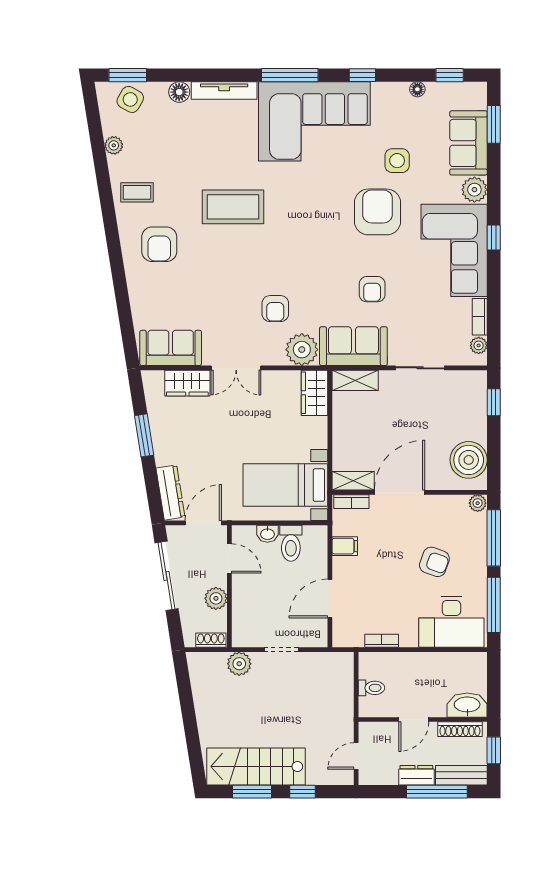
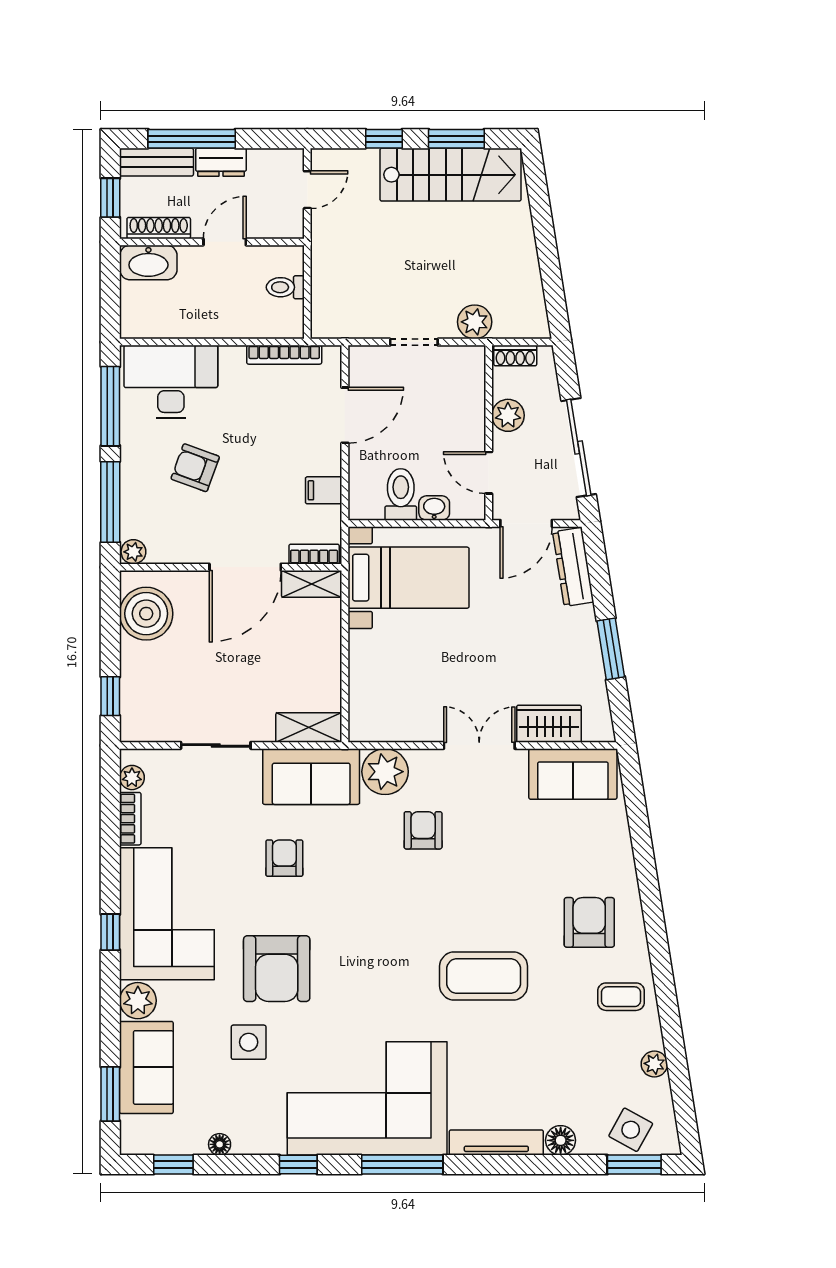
wardrobe: (314, 393) -> (367, 710), removed
bookcase: (382, 641) -> (284, 355), width x1.56

